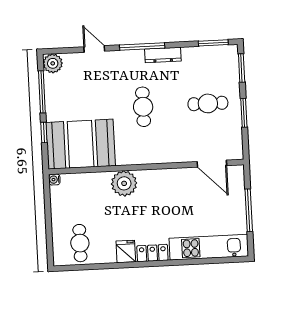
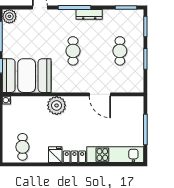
cafe table: (208, 103) -> (120, 51), turned 90
door: (212, 164) -> (100, 94), moved

